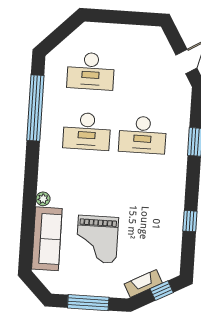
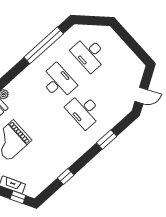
desk: (87, 131) -> (58, 82), turned 180

